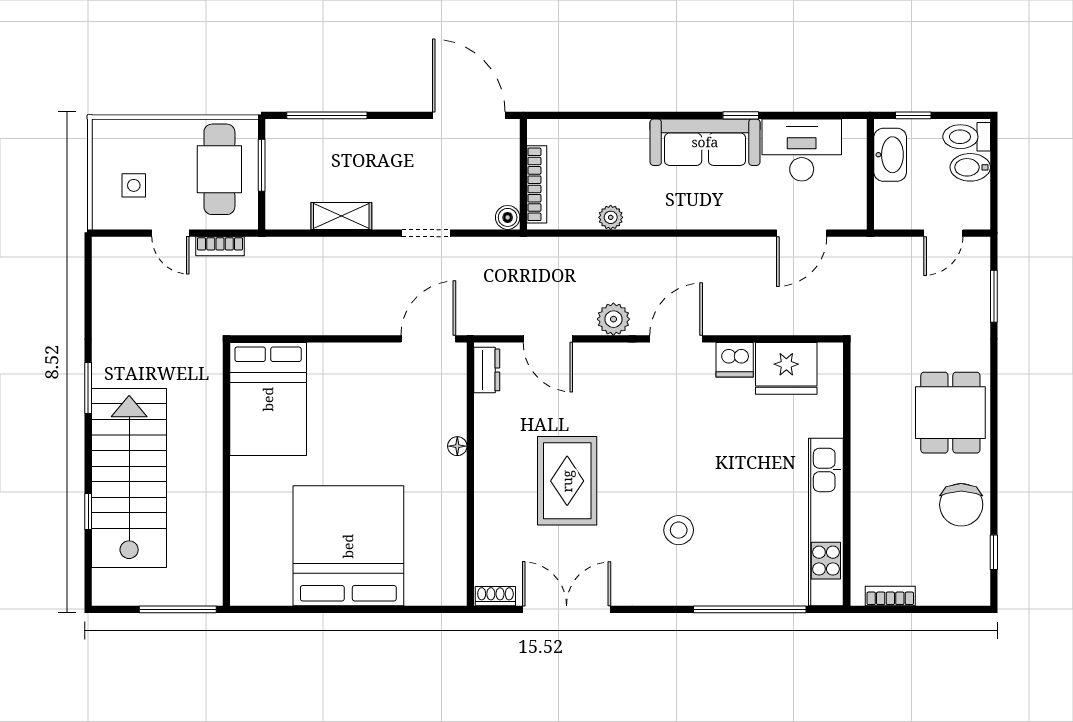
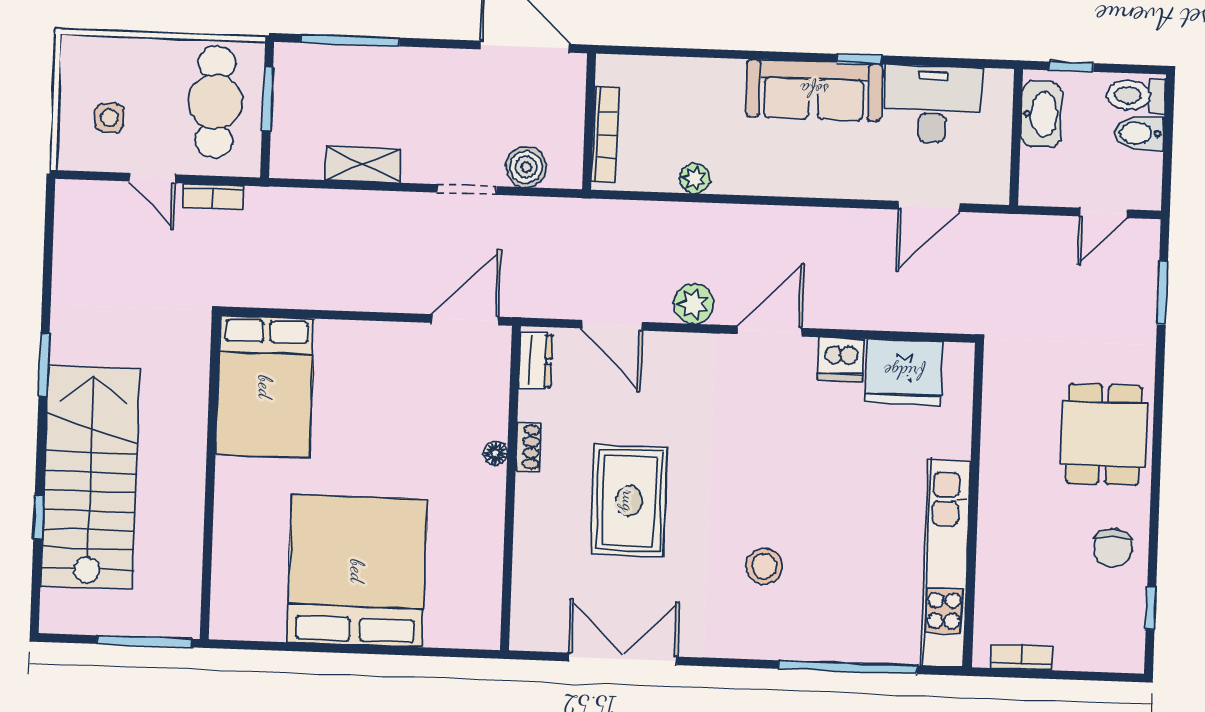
boiler: (508, 217) -> (526, 167), moved, width x1.36, depth x1.36
chair: (961, 505) -> (1113, 548), width x0.73, depth x0.73
shoe rack: (495, 596) -> (528, 447), moved, turned 90

